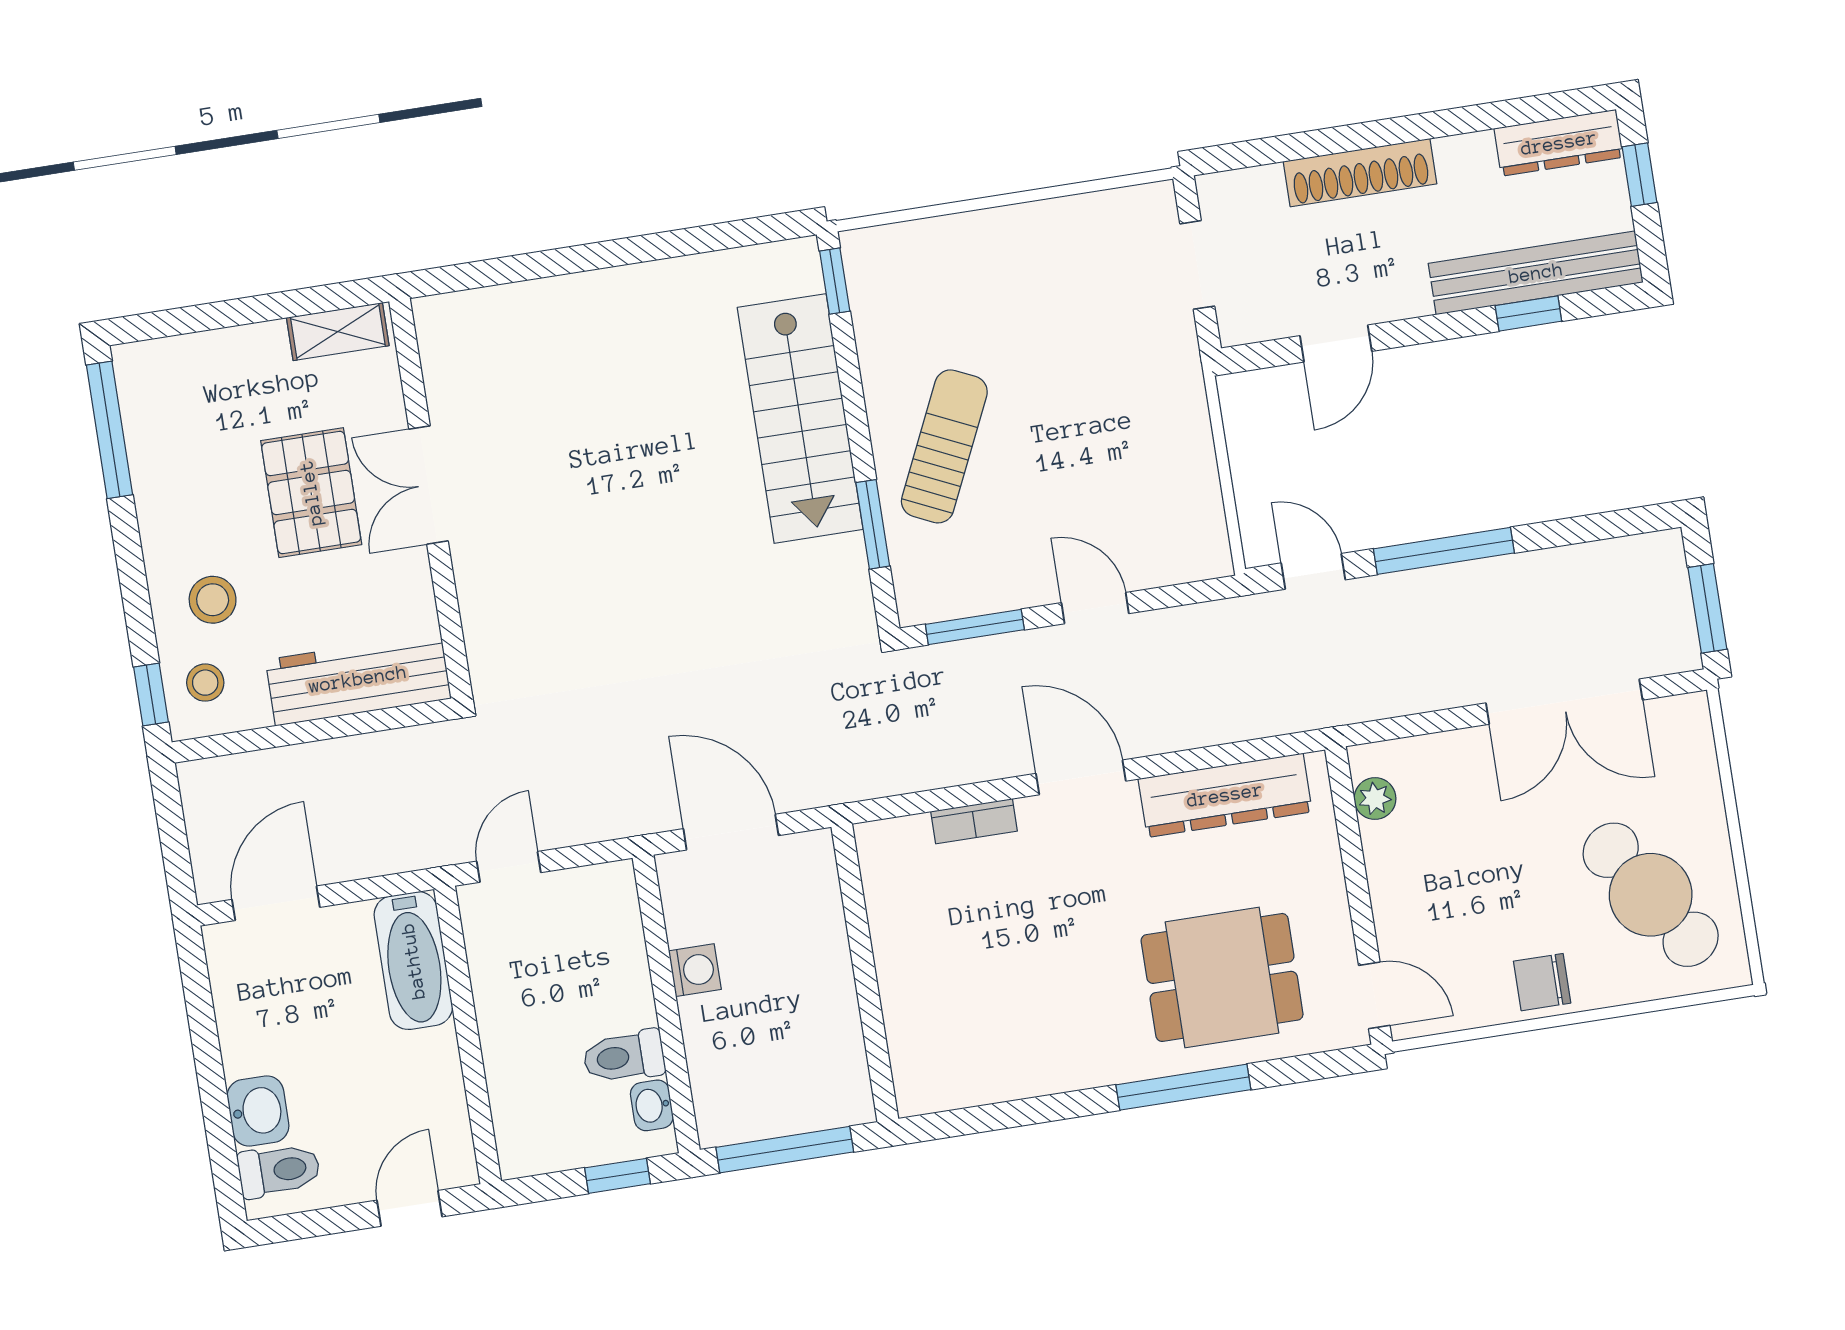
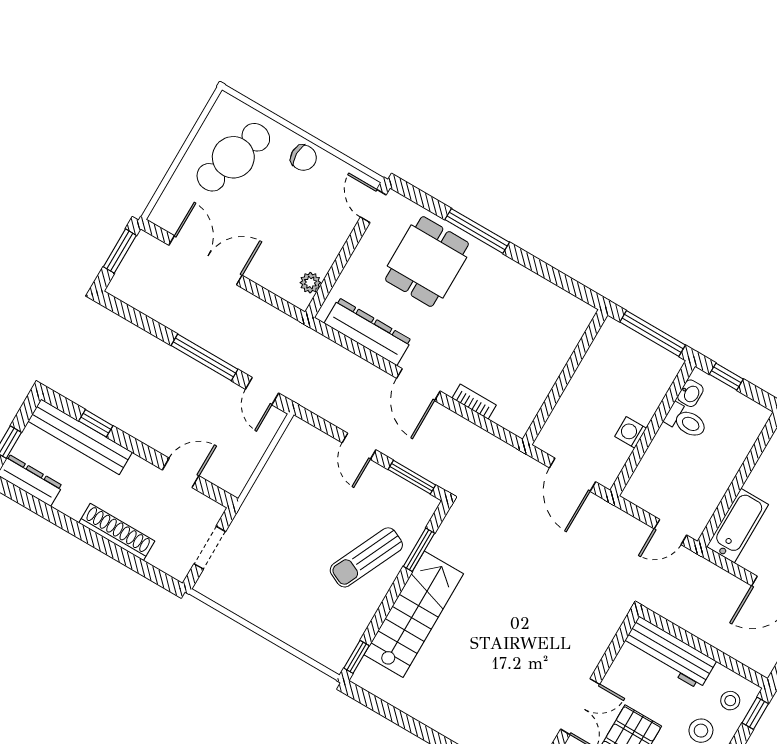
cafe table: (1651, 895) -> (233, 157), turned 51
dining table: (1222, 977) -> (427, 262), turned 90

